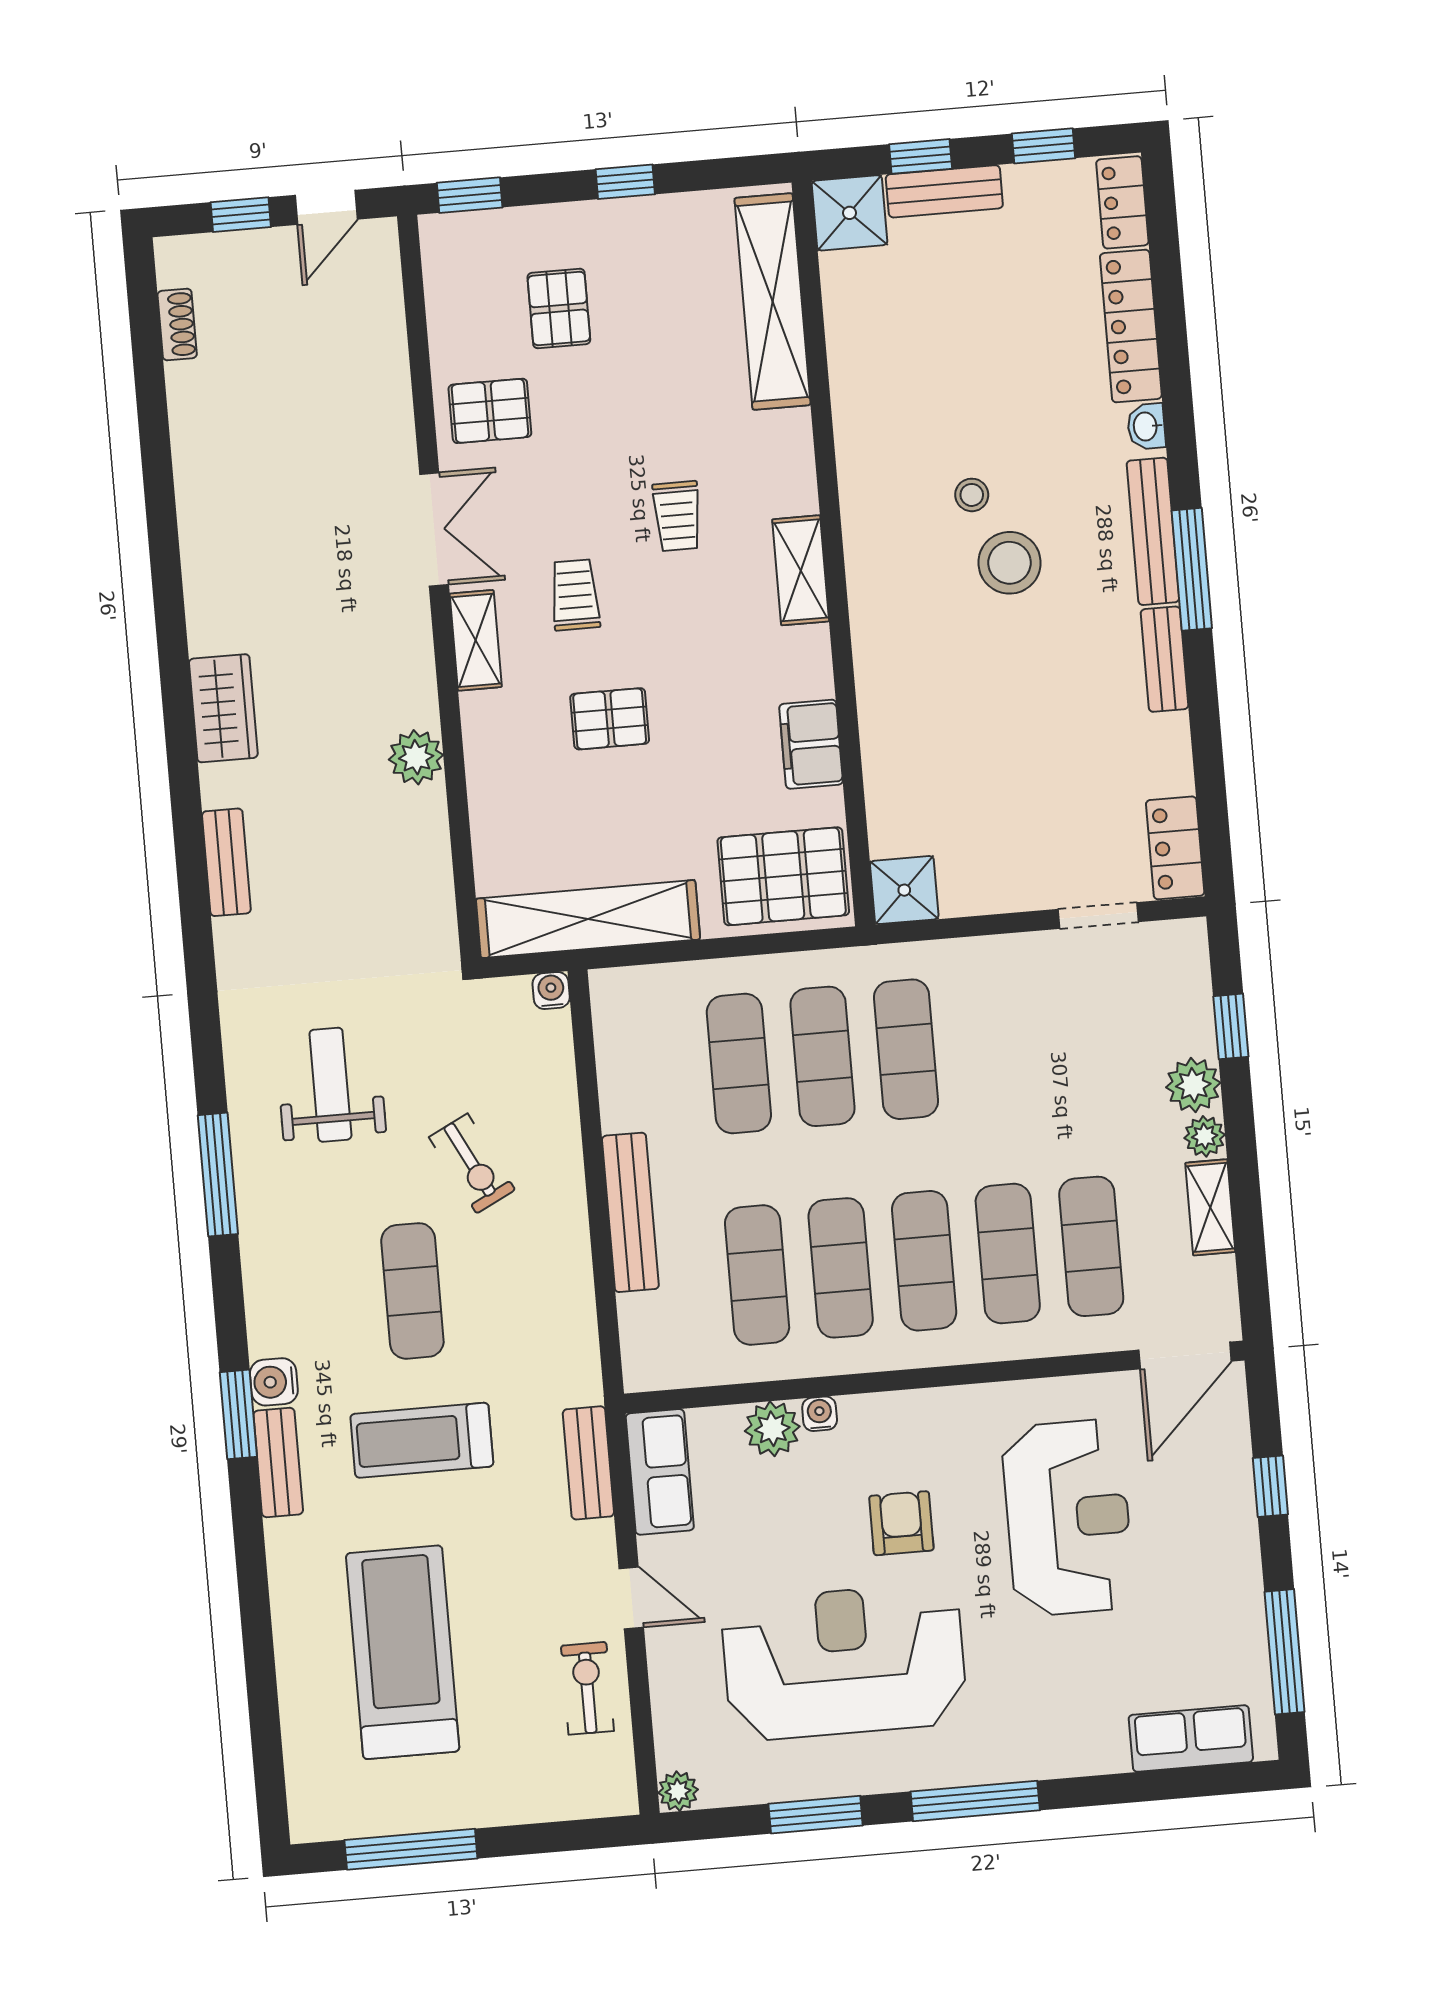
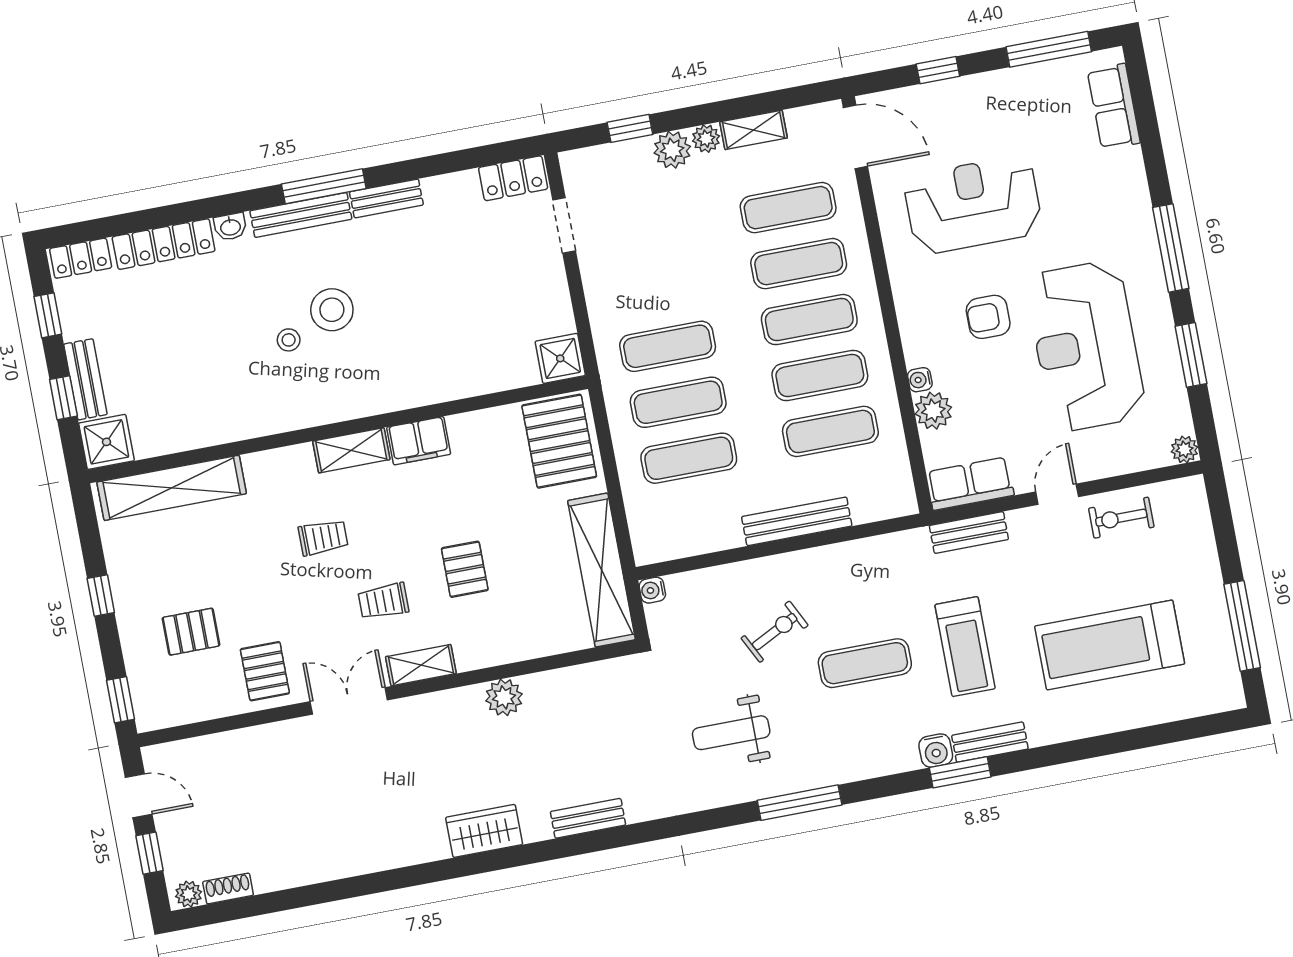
plant: (175, 266) -> (189, 894), added
filing cabinet: (811, 744) -> (419, 441), moved

